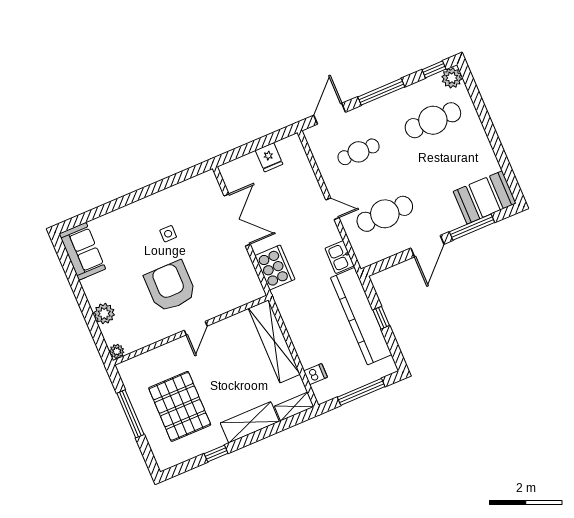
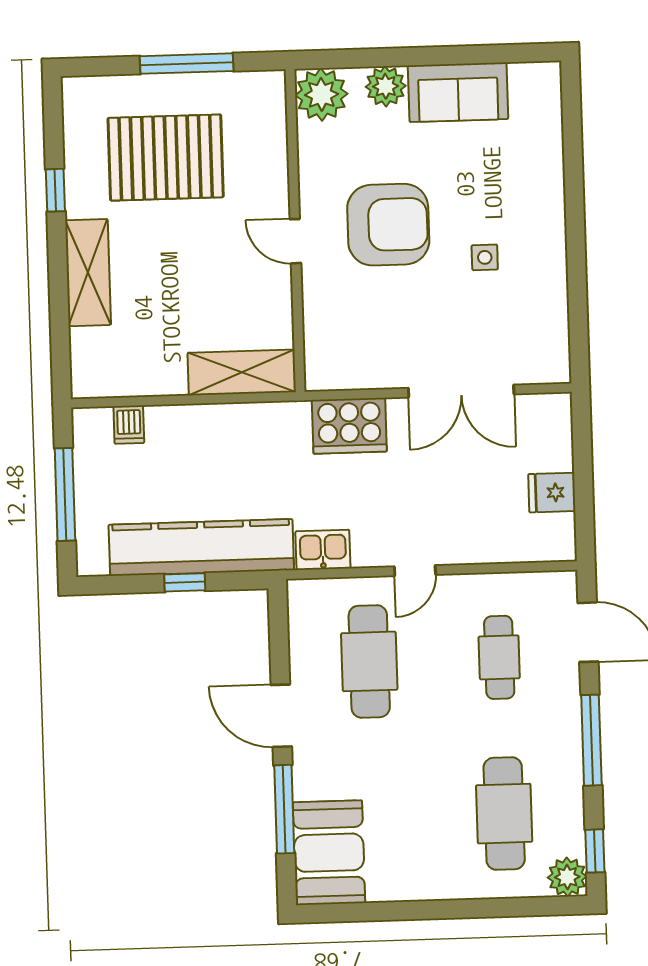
sofa: (82, 251) -> (458, 92), moved
shelving: (274, 341) -> (242, 372), width x0.68
plant: (117, 351) -> (321, 94), width x1.87, depth x1.87
shelving: (294, 407) -> (85, 364), removed

